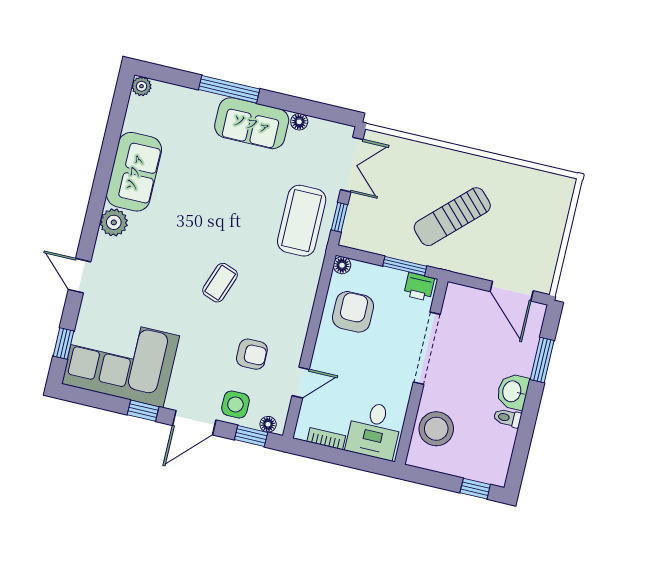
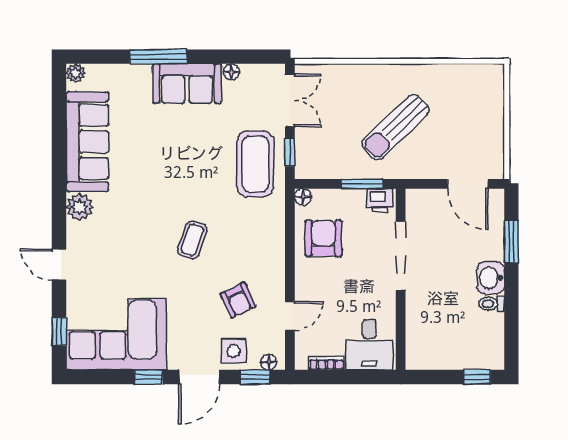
sofa: (134, 172) -> (87, 142), width x1.36
armchair: (252, 354) -> (238, 300), turned 65
stool: (436, 429) -> (427, 330), removed

